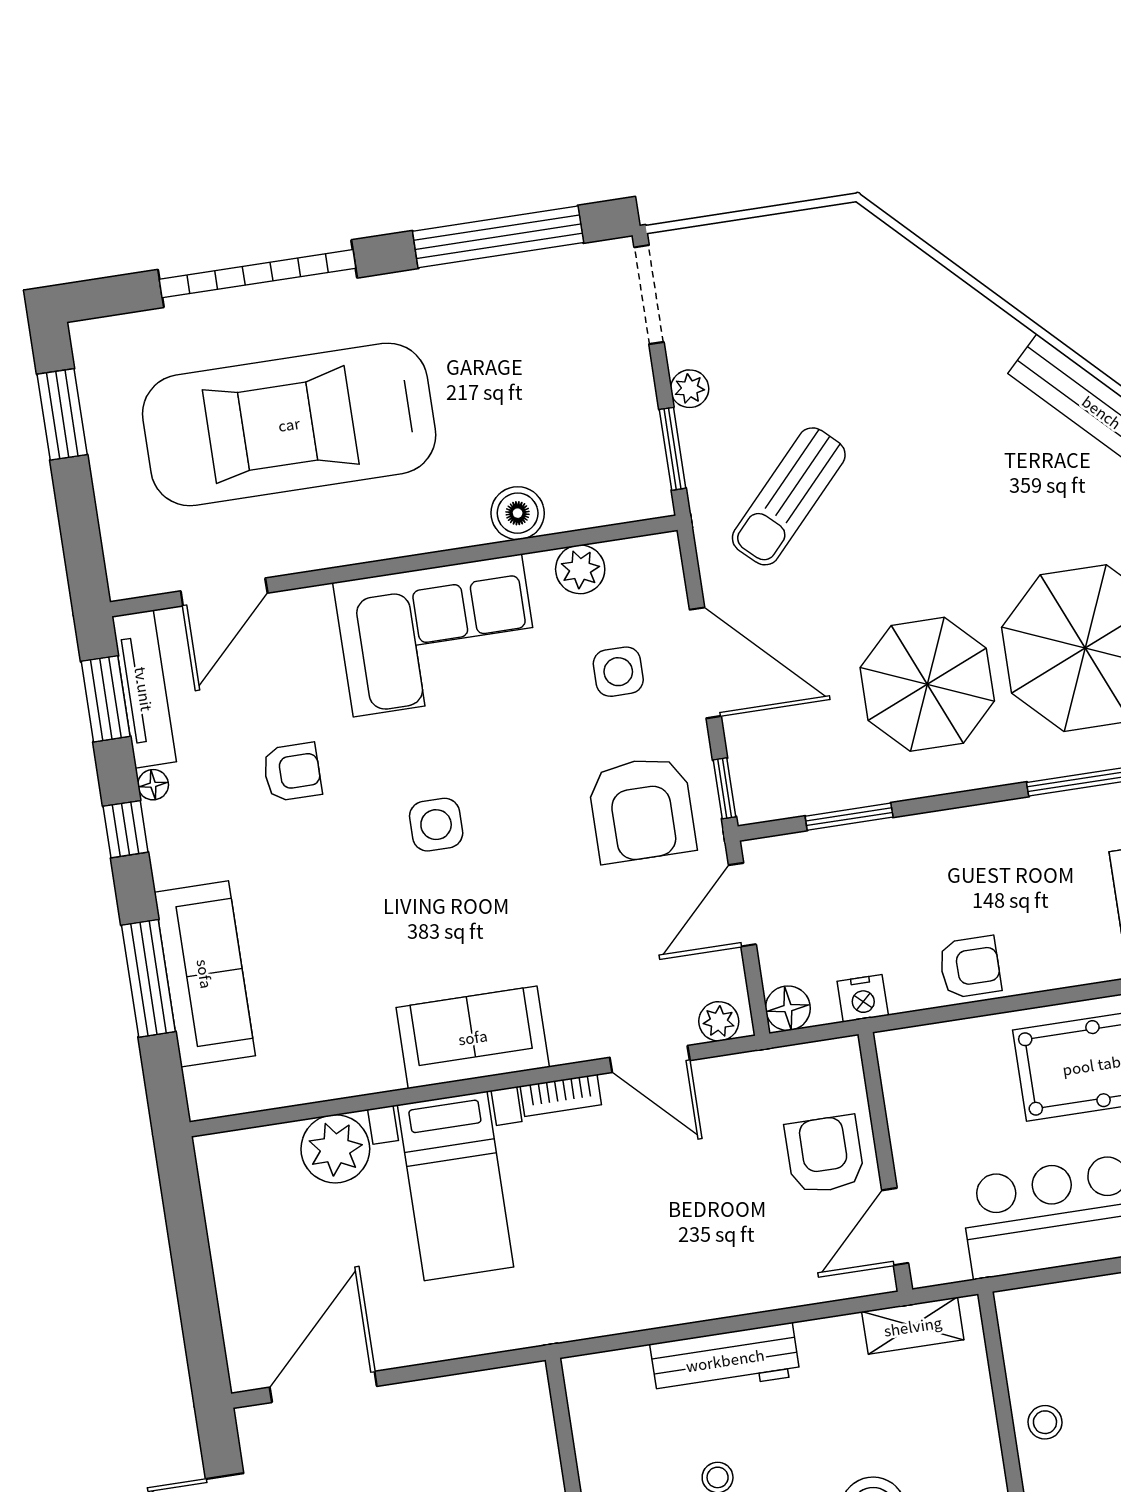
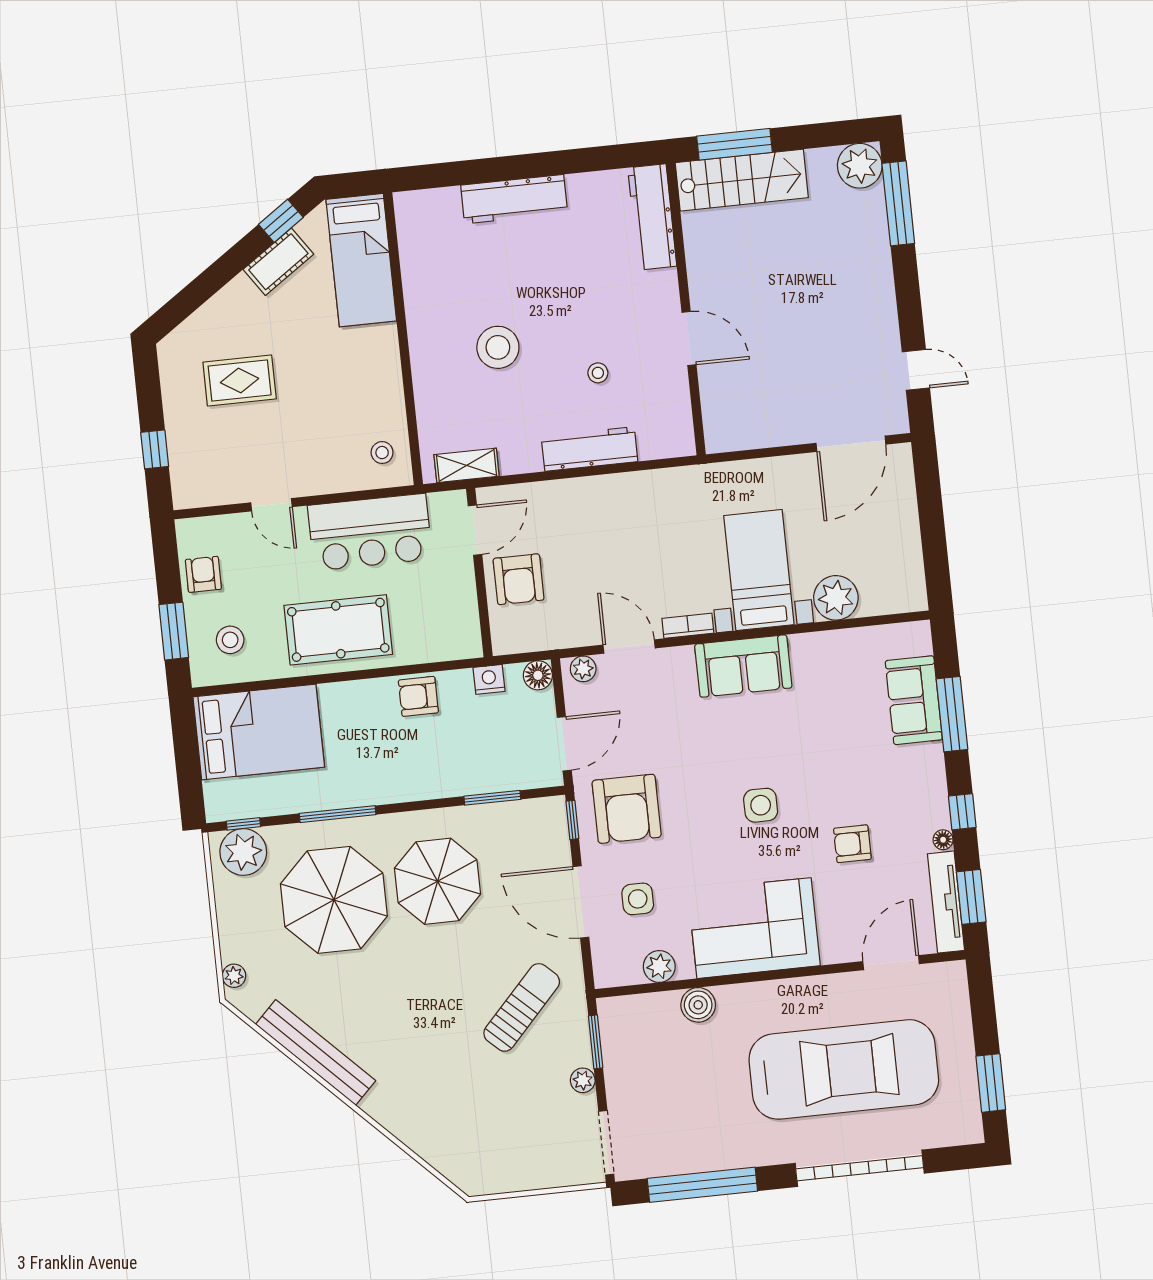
armchair: (642, 809) -> (627, 809), turned 180
sofa: (205, 974) -> (914, 700), width x0.73
stool: (1045, 1422) -> (382, 453), moved

